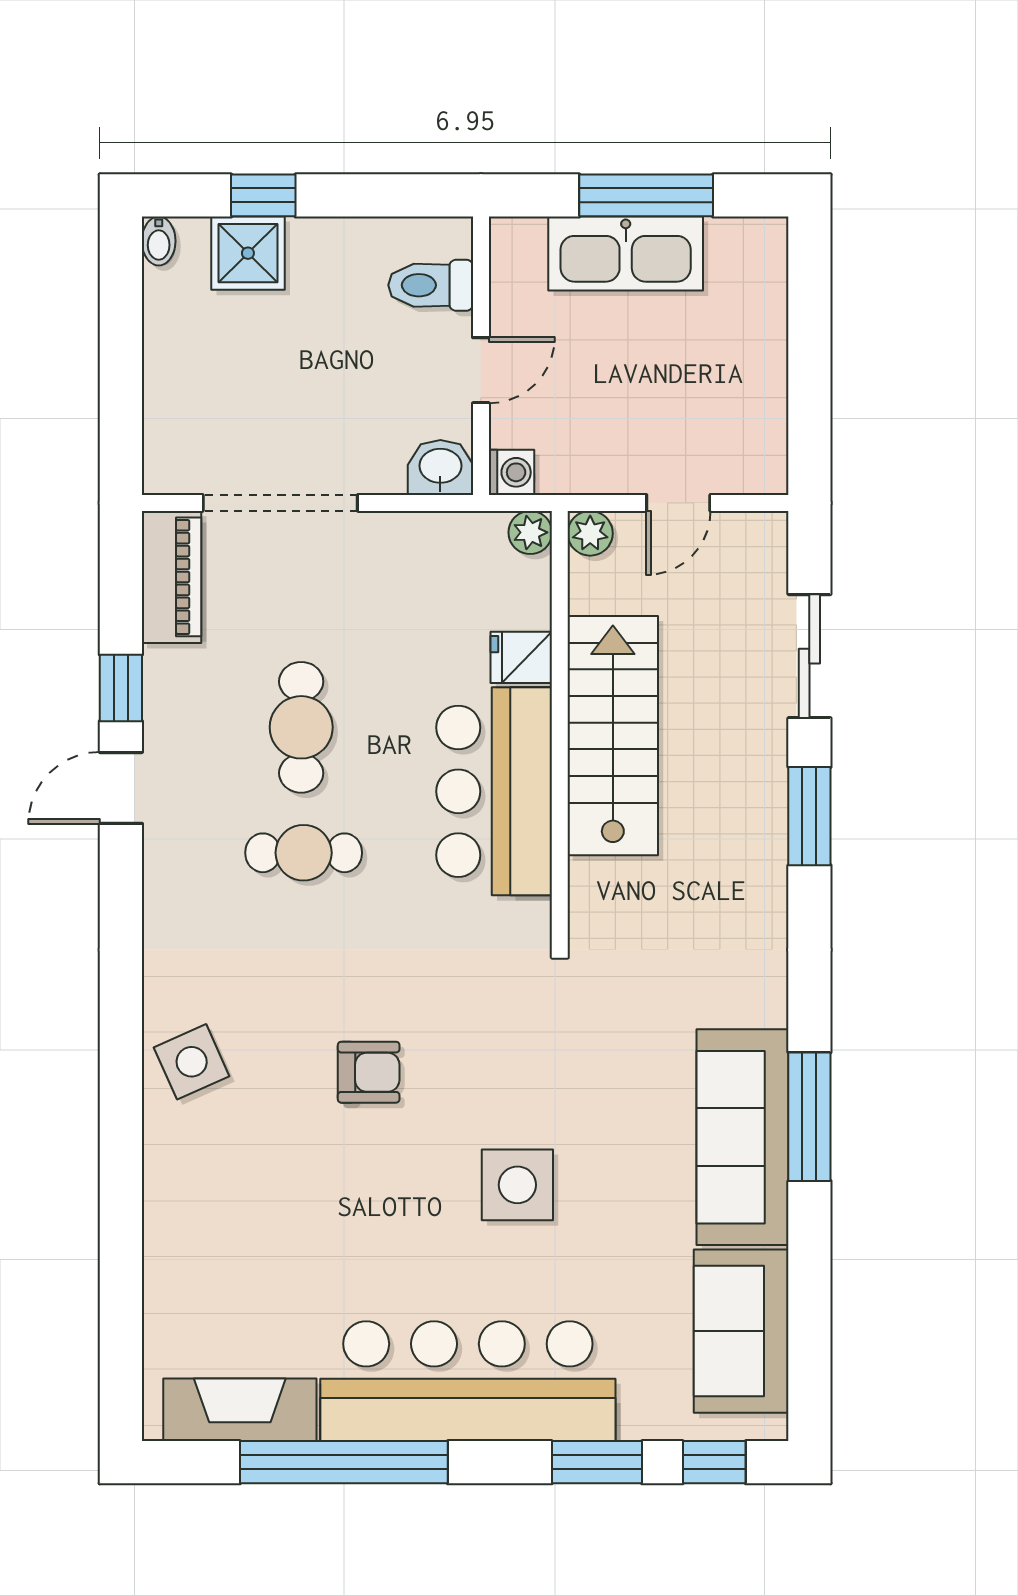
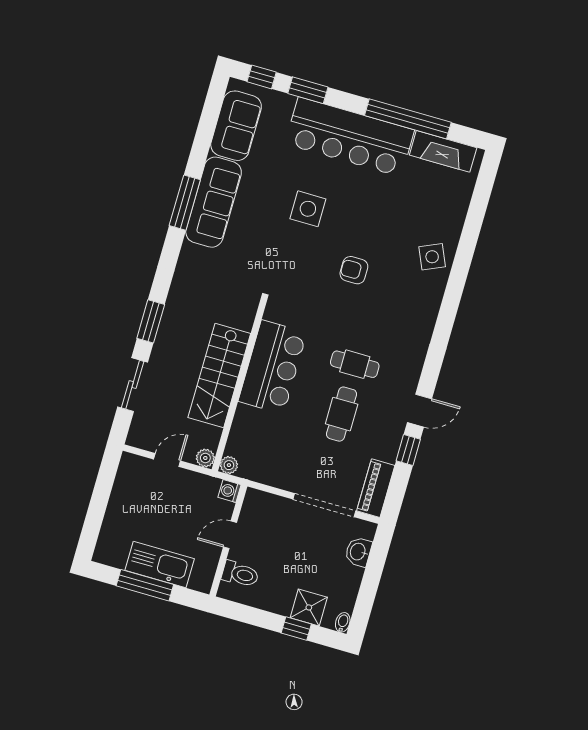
washbasin: (440, 467) -> (358, 552), moved, turned 90
fridge: (521, 657) -> (247, 417), removed
side table: (192, 1062) -> (432, 257), moved

